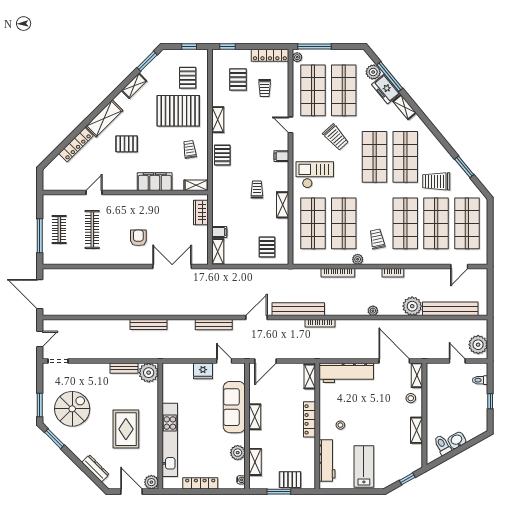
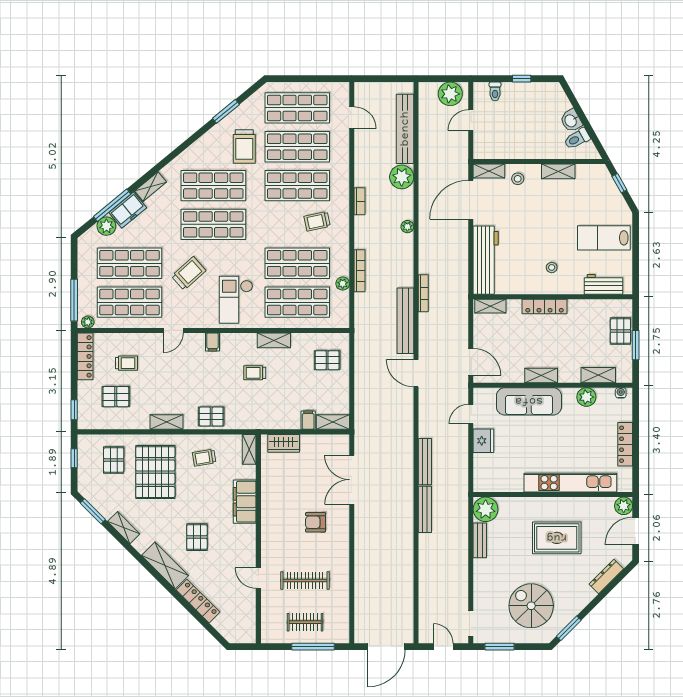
pallet: (188, 78) -> (114, 460), turned 90
plant: (358, 259) -> (343, 284), moved
bench: (214, 325) -> (425, 462), moved
window: (40, 405) -> (500, 647), moved
workbench: (327, 460) -> (604, 284), width x0.73

